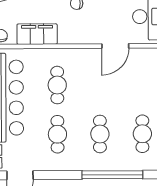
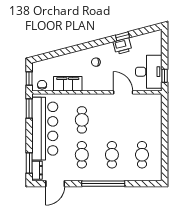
door: (115, 46) -> (123, 92), swing flipped
window: (112, 175) -> (103, 184), moved

